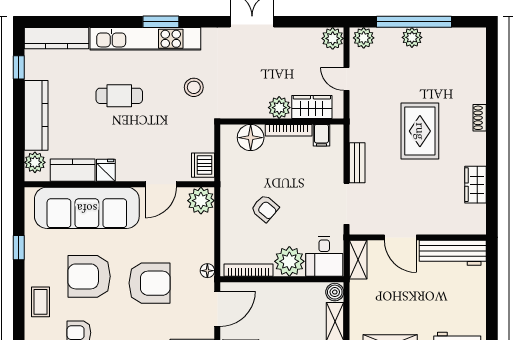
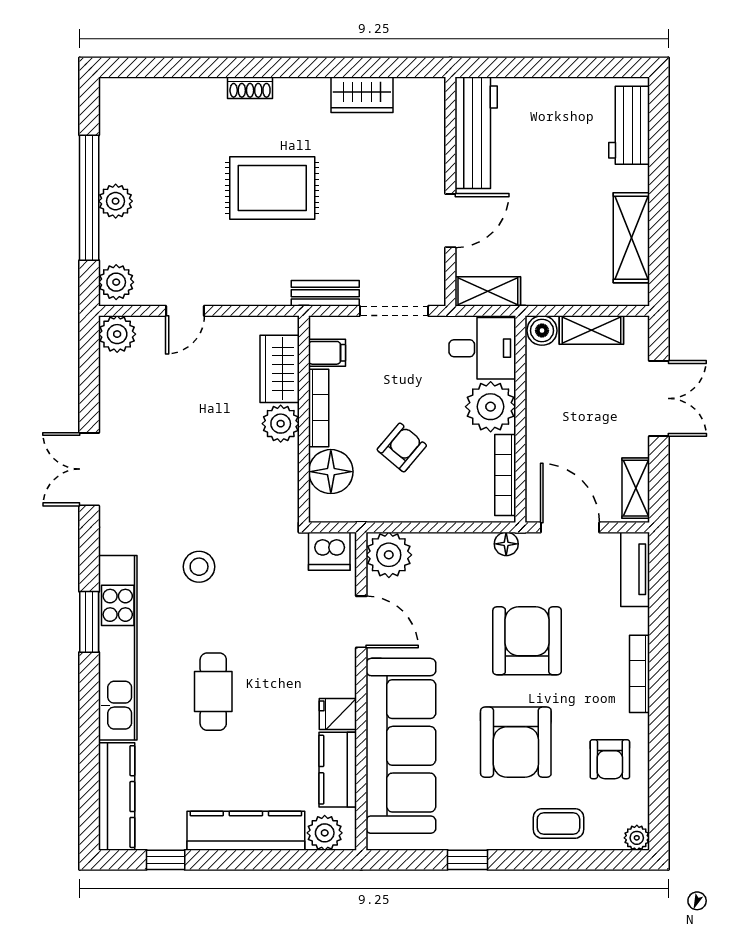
wardrobe: (312, 107) -> (280, 369), moved
plant: (279, 108) -> (281, 424), moved
wall: (282, 121) -> (304, 419), moved
bookcase: (289, 130) -> (319, 408), moved
filing cabinet: (321, 135) -> (327, 353), moved
floor lamp: (251, 138) -> (331, 472), moved

